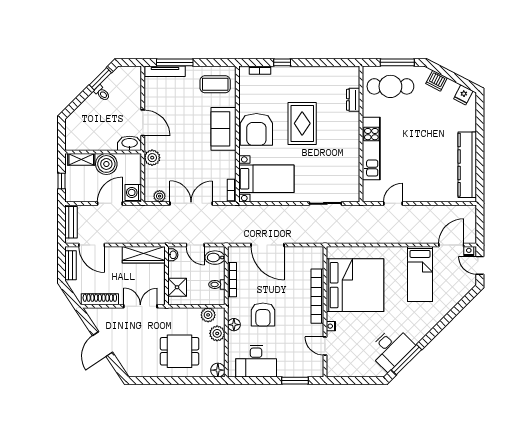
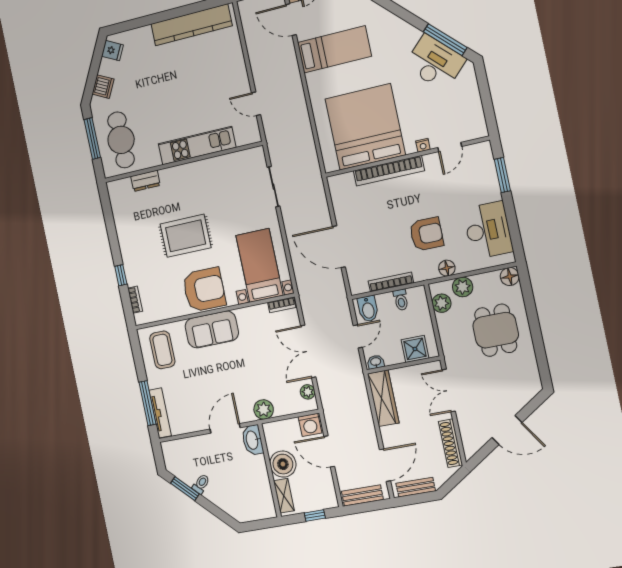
door: (268, 245) -> (339, 247), swing flipped

